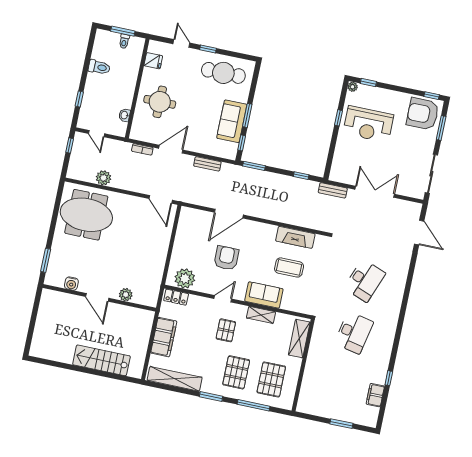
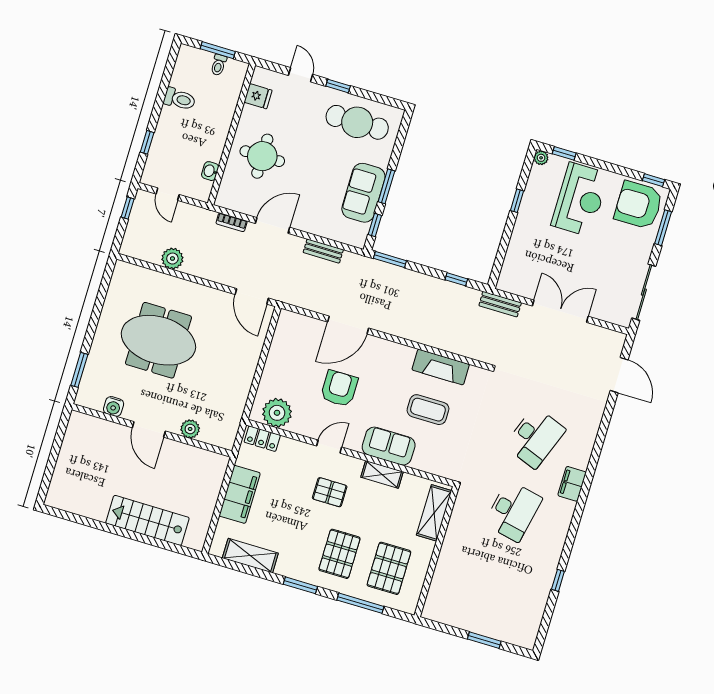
reception desk: (368, 124) -> (580, 199), moved, turned -90
meeting table: (86, 215) -> (158, 340), moved
pallet: (226, 330) -> (330, 492), turned 90
shelving: (175, 379) -> (250, 556), width x0.68
filing cabinet: (375, 395) -> (572, 484), moved

